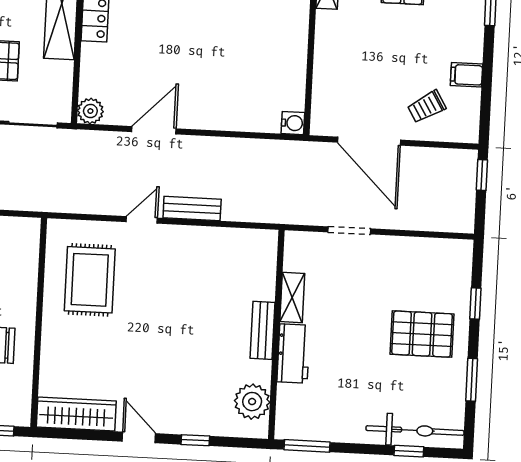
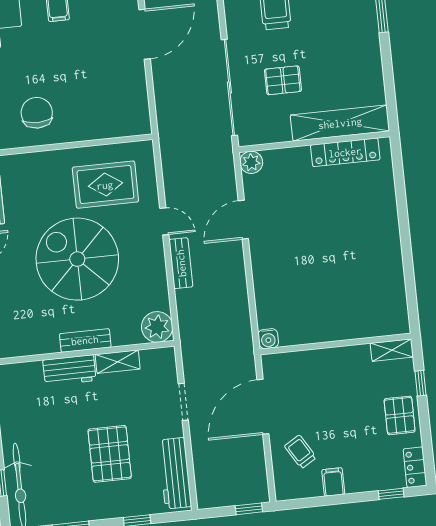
door: (154, 130) -> (243, 220), swing flipped
workbench: (429, 252) -> (175, 473), added
spiral stairs: (169, 325) -> (77, 259), added
pallet: (422, 334) -> (110, 454), moved
plant: (252, 402) -> (157, 327), moved

